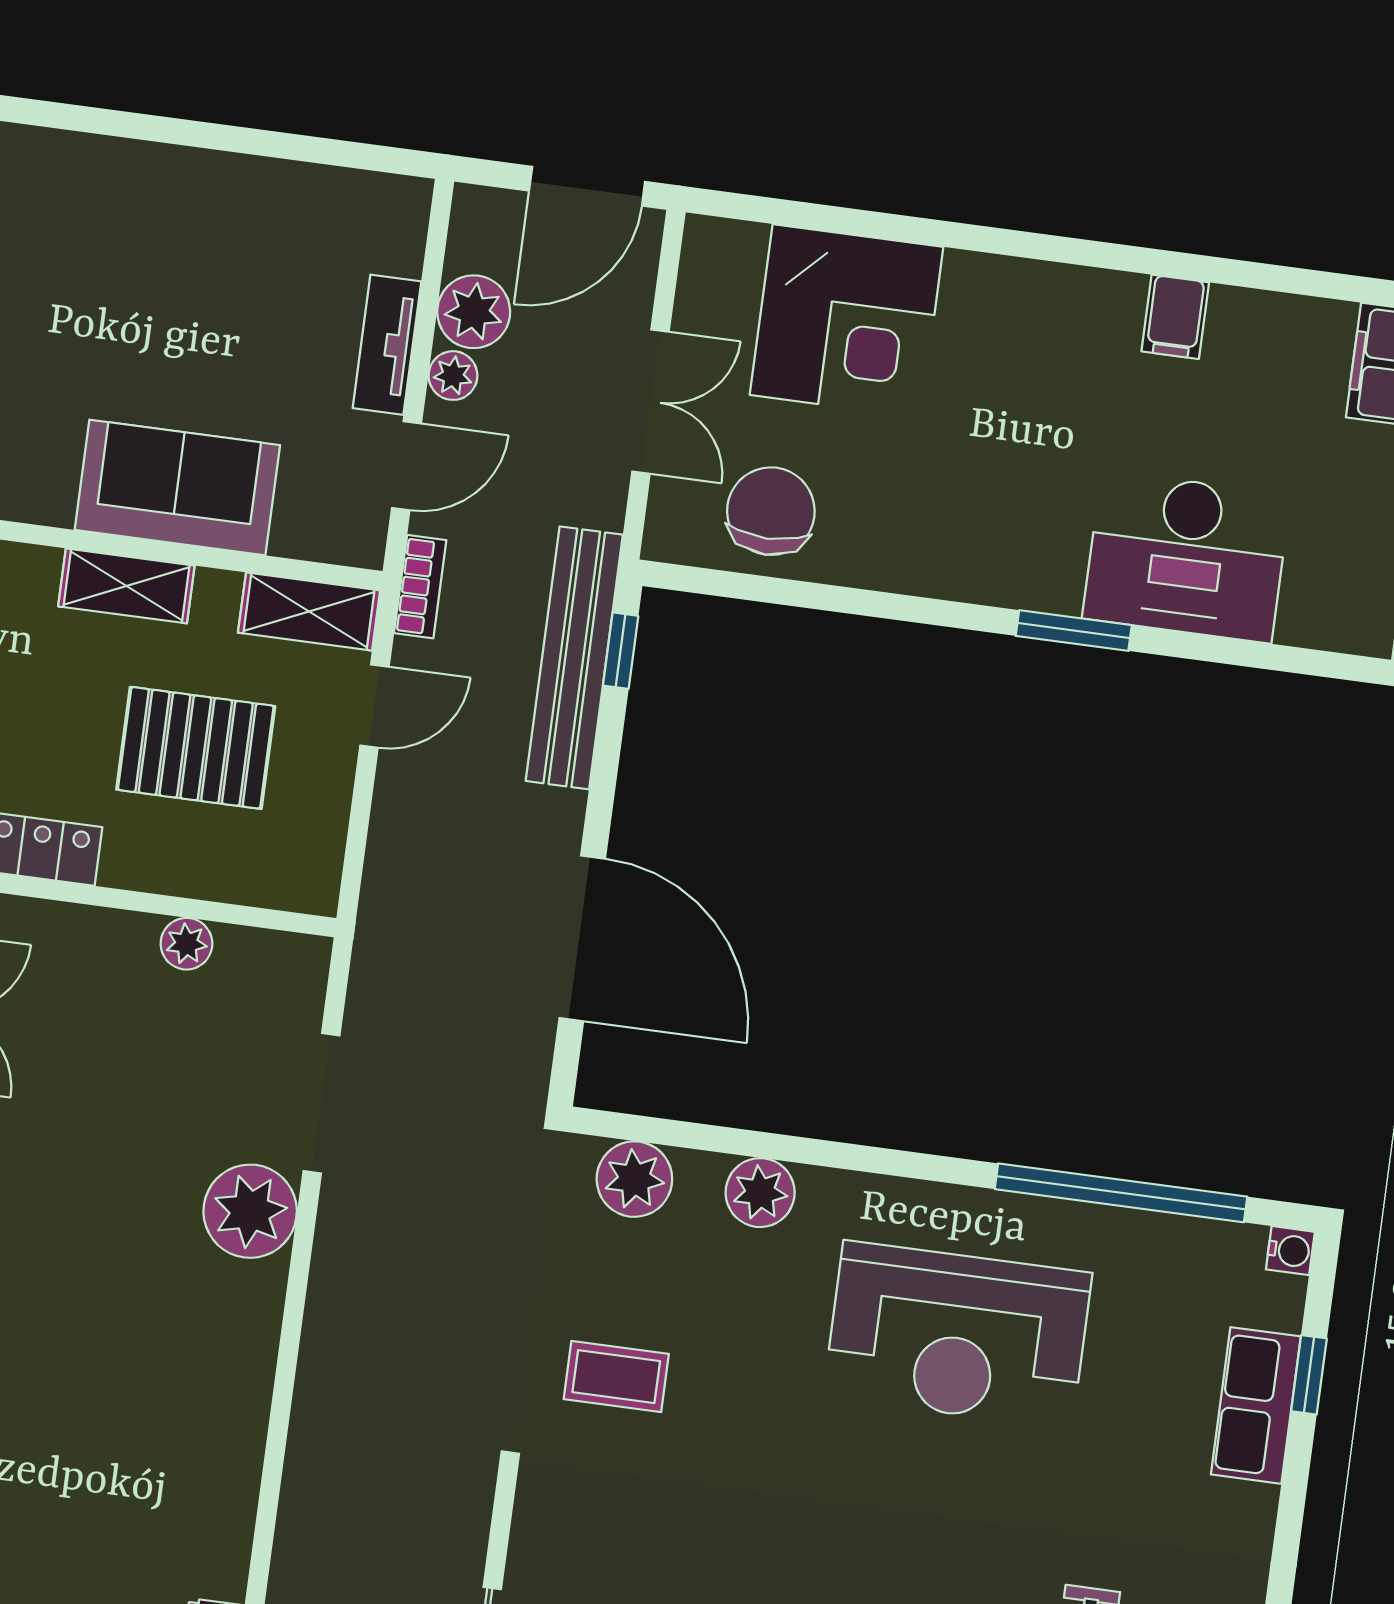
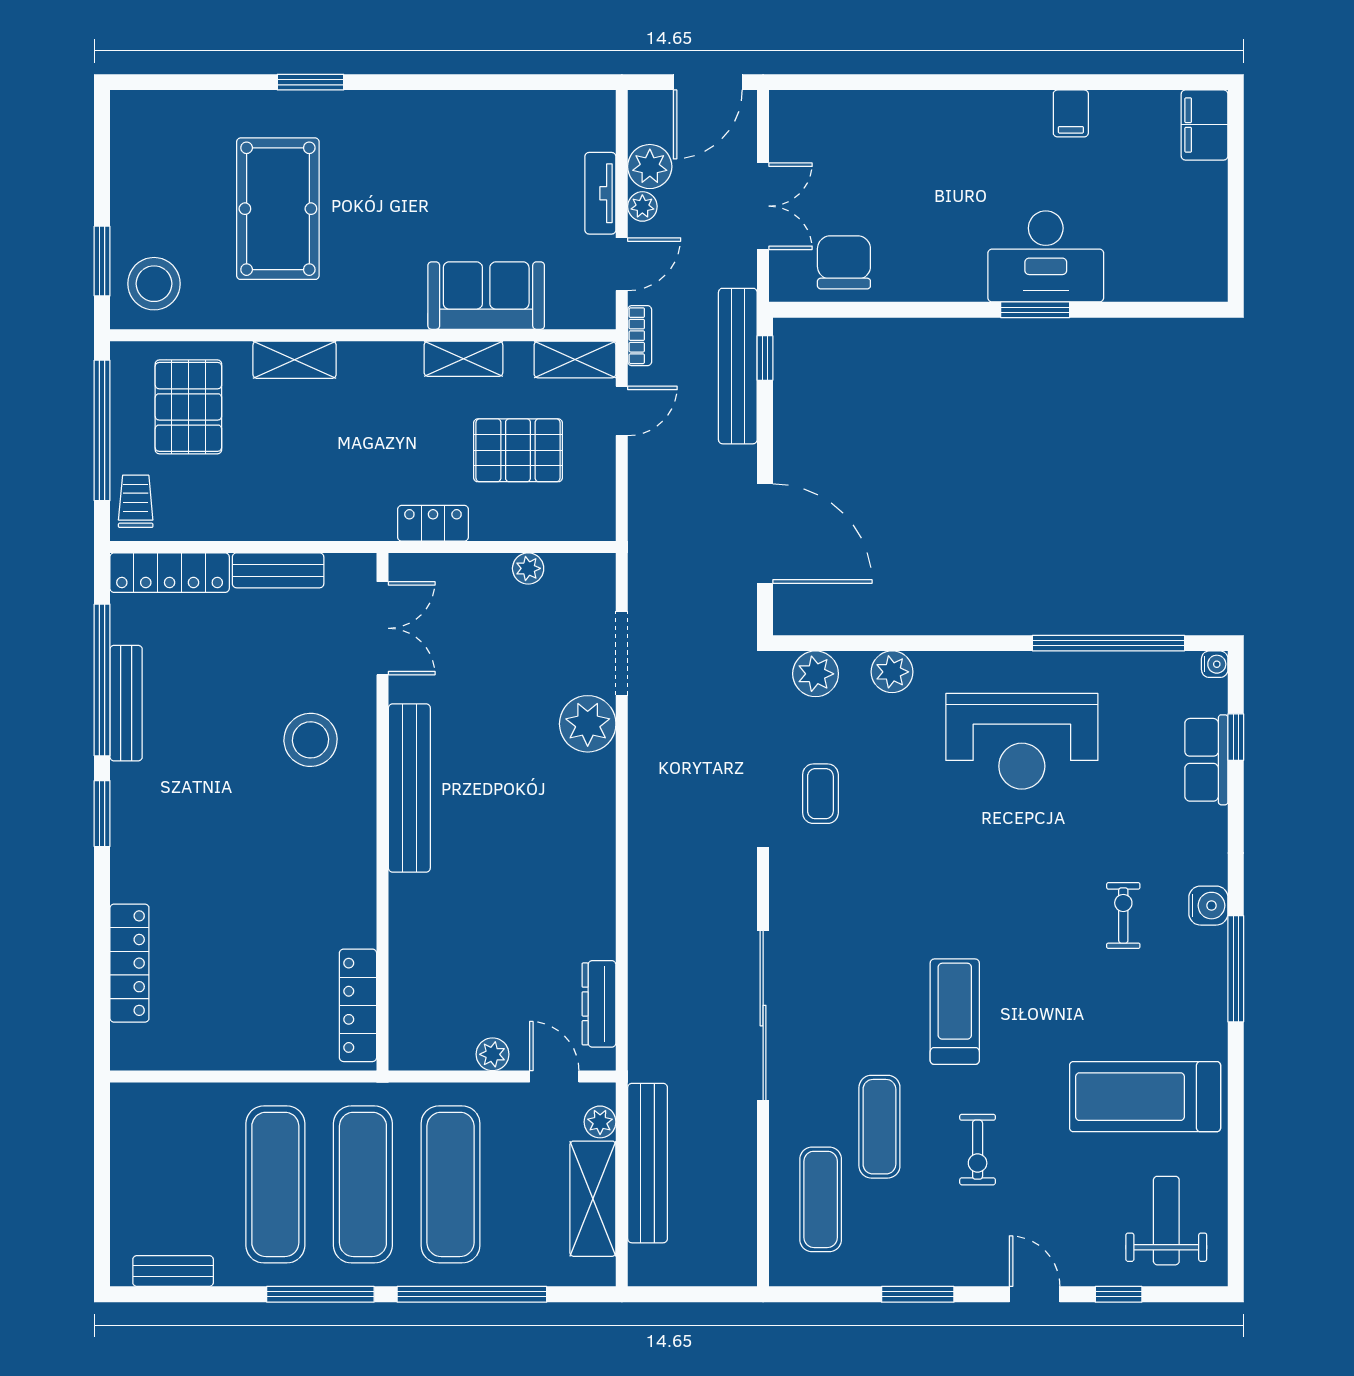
corner desk: (847, 321) -> (874, 142), removed
desk: (1186, 557) -> (1046, 256), moved
coffee table: (616, 1377) -> (820, 794), turned 90

